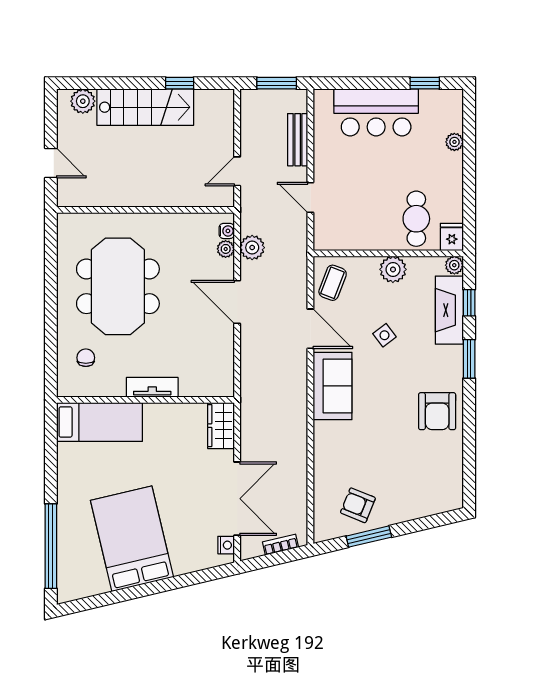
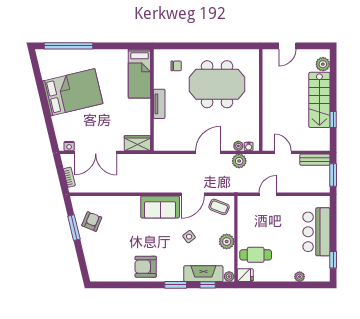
bench: (298, 140) -> (315, 160), moved

